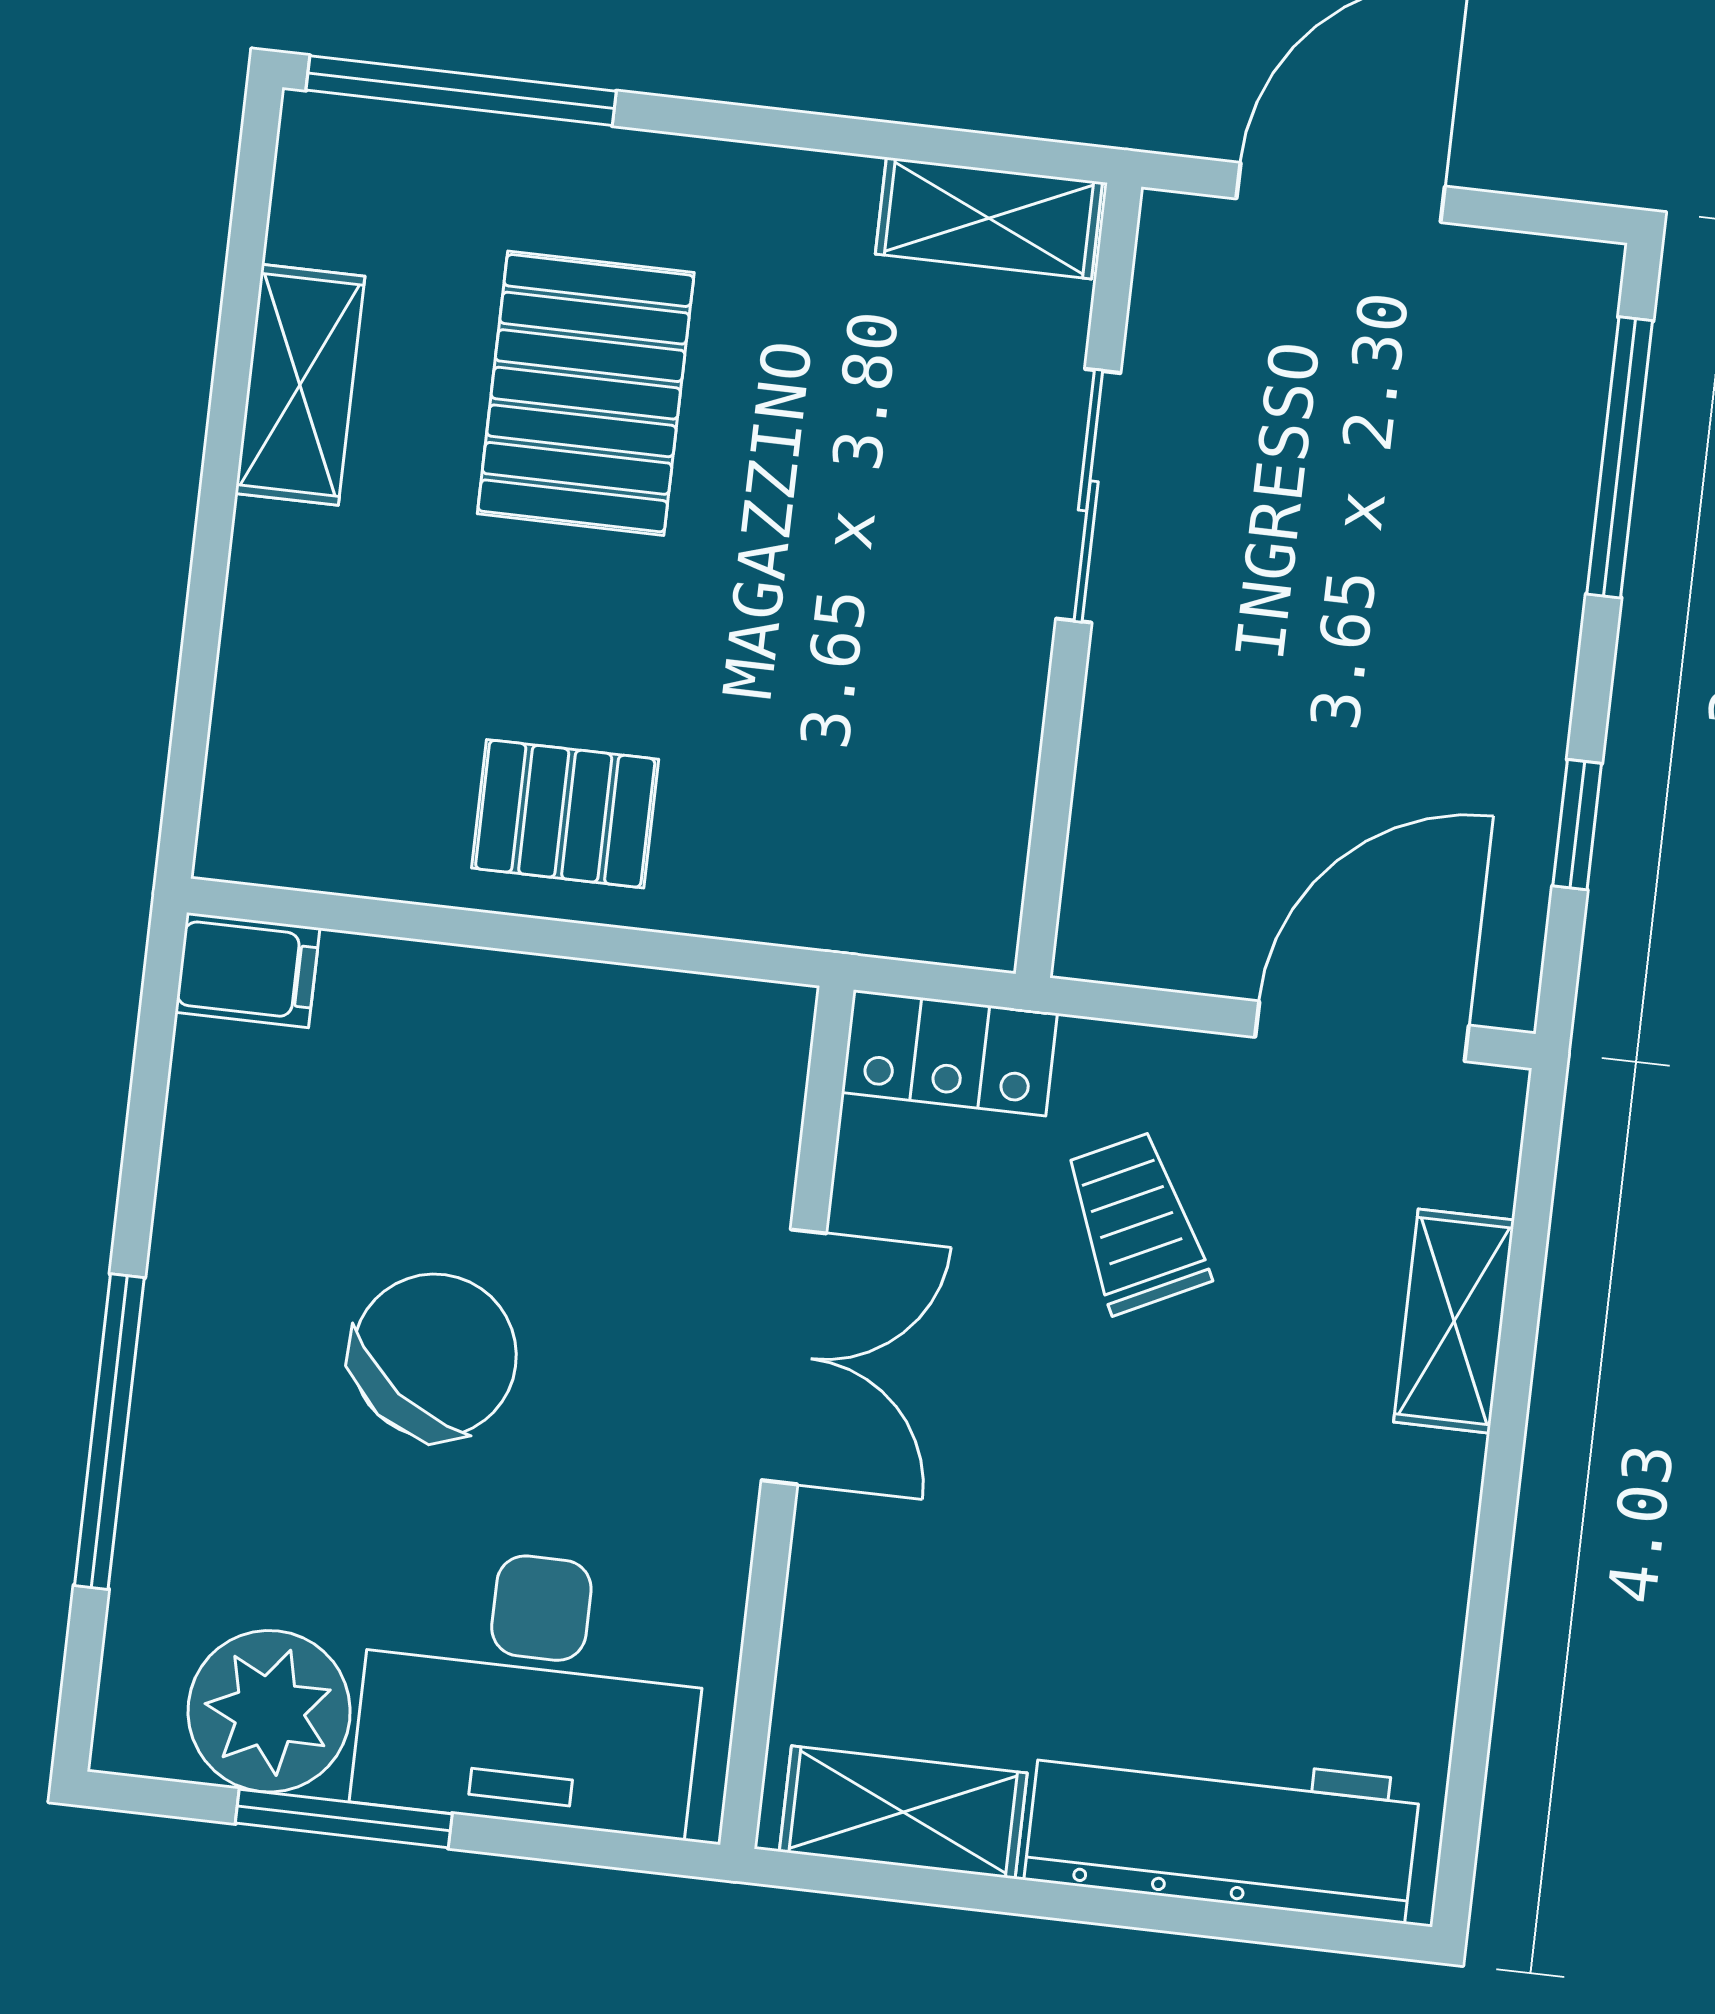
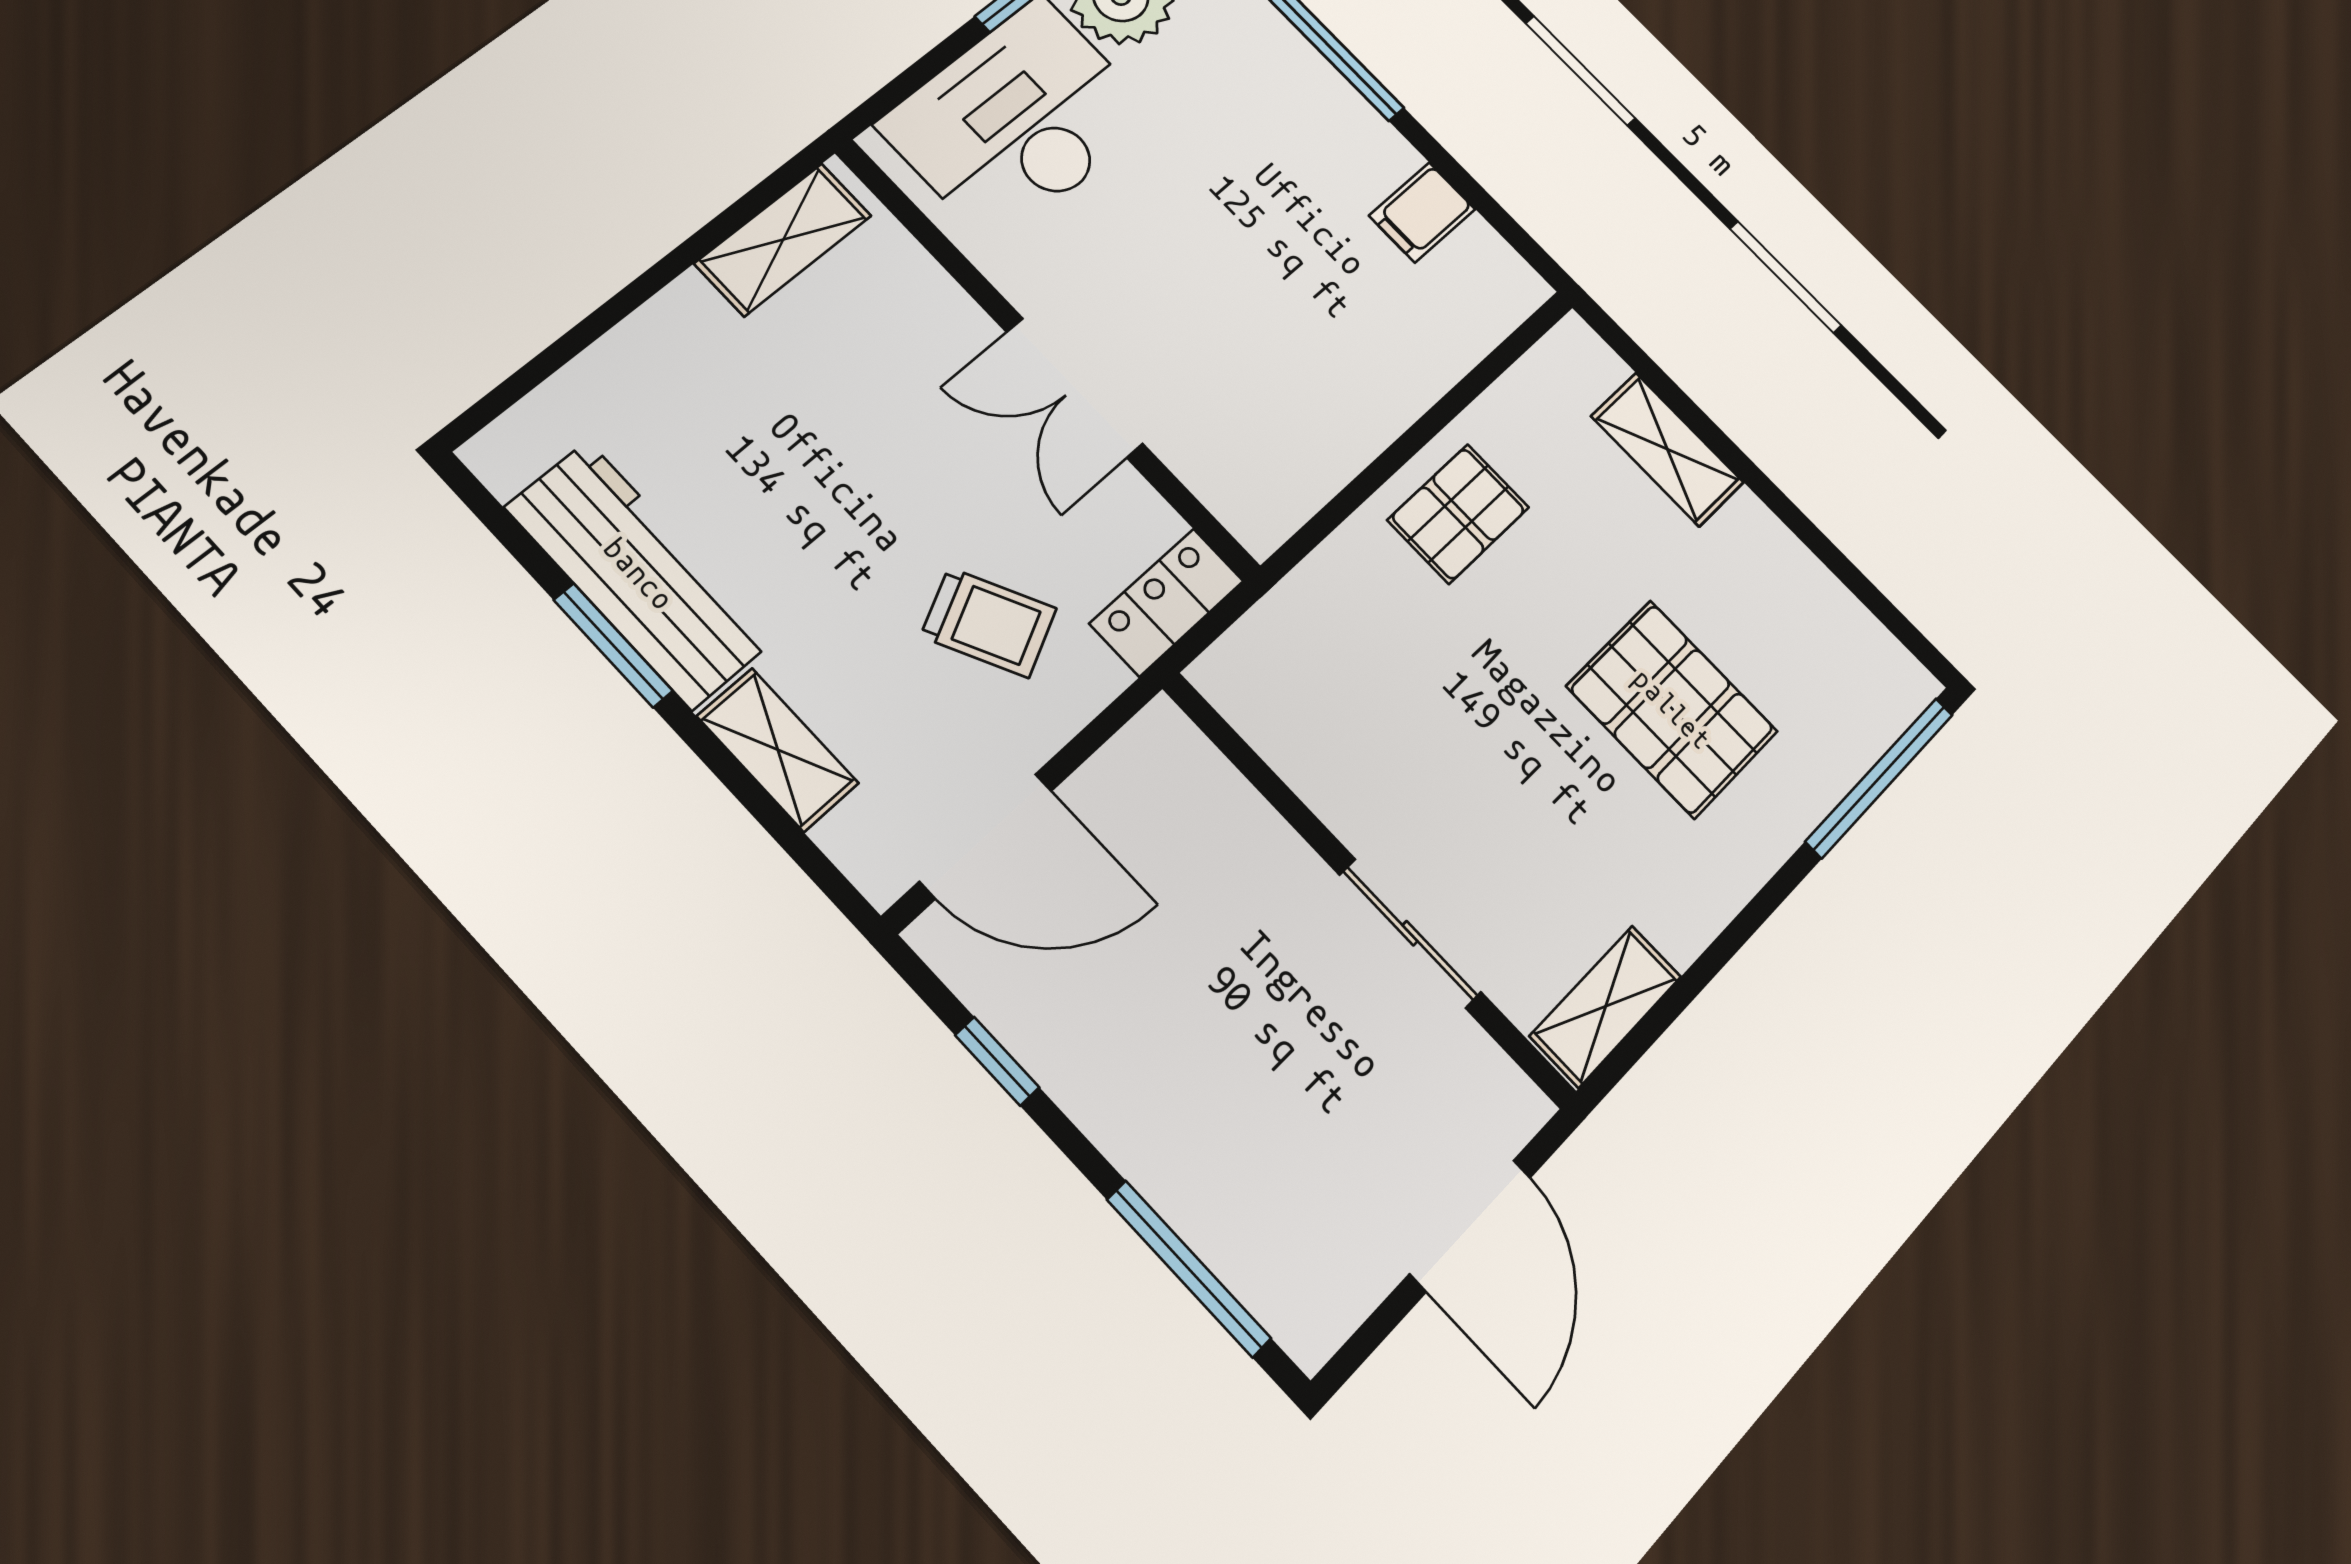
shelving: (300, 385) -> (1667, 449), moved
filing cabinet: (247, 970) -> (1422, 212), moved
door: (1362, 1031) -> (986, 836), hinge flipped
chair: (434, 1356) -> (1231, 218), removed
window: (1490, 1582) -> (613, 645), added
workbench: (1222, 1831) -> (639, 574), moved, turned -90

